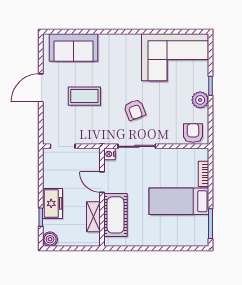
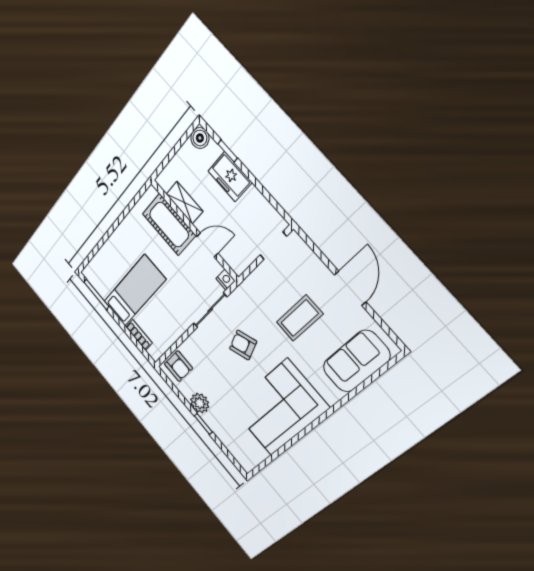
corner sofa: (175, 57) -> (279, 408), moved

